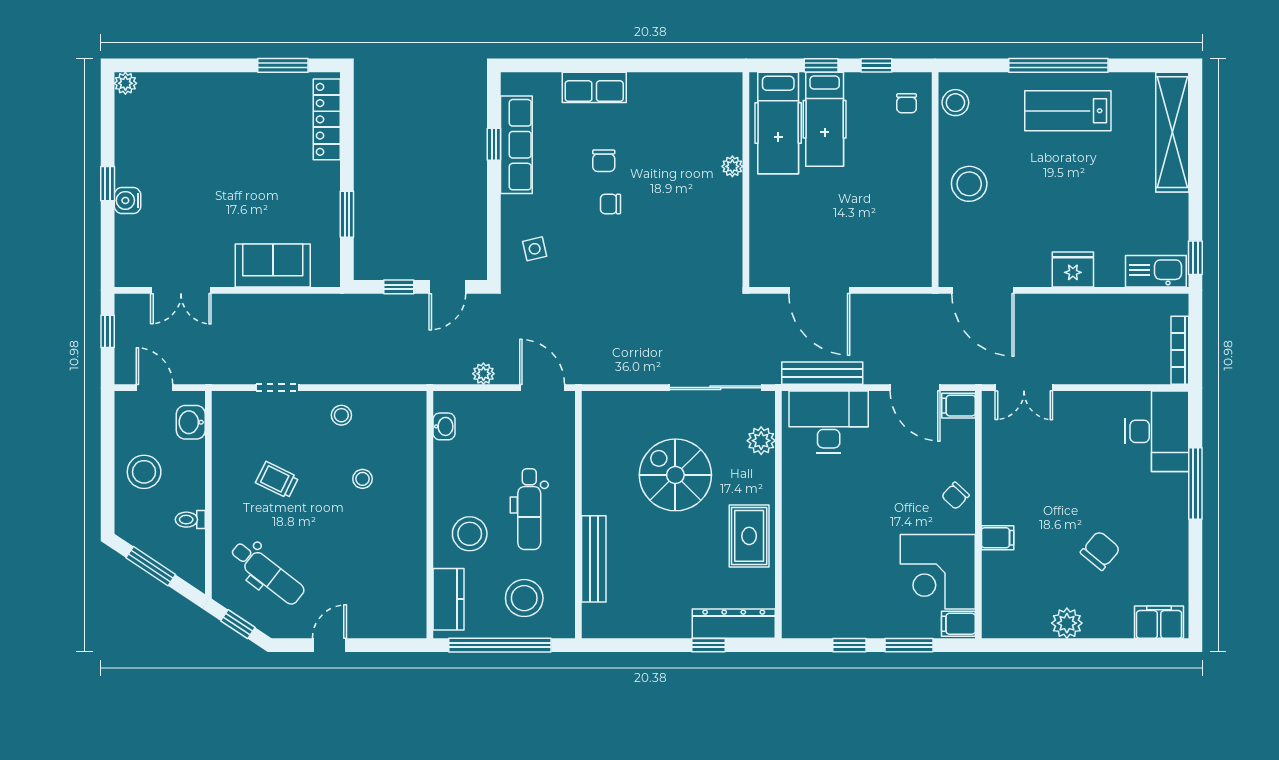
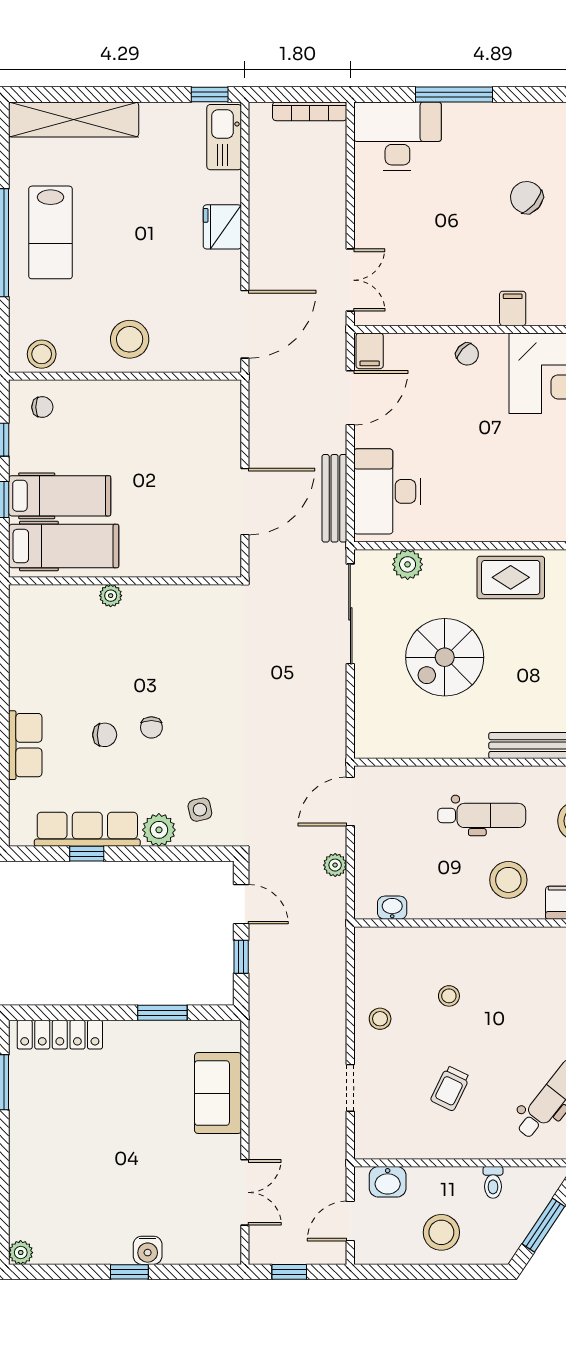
plant: (516, 211) -> (159, 830), added

